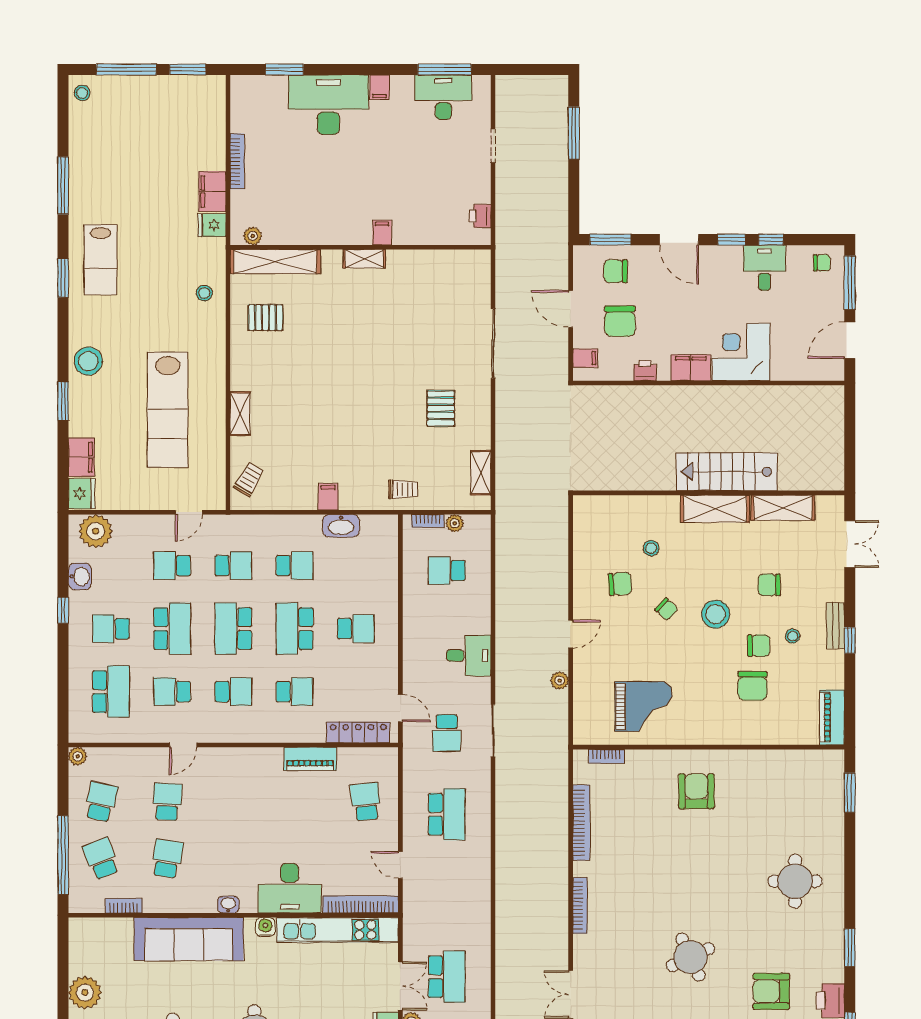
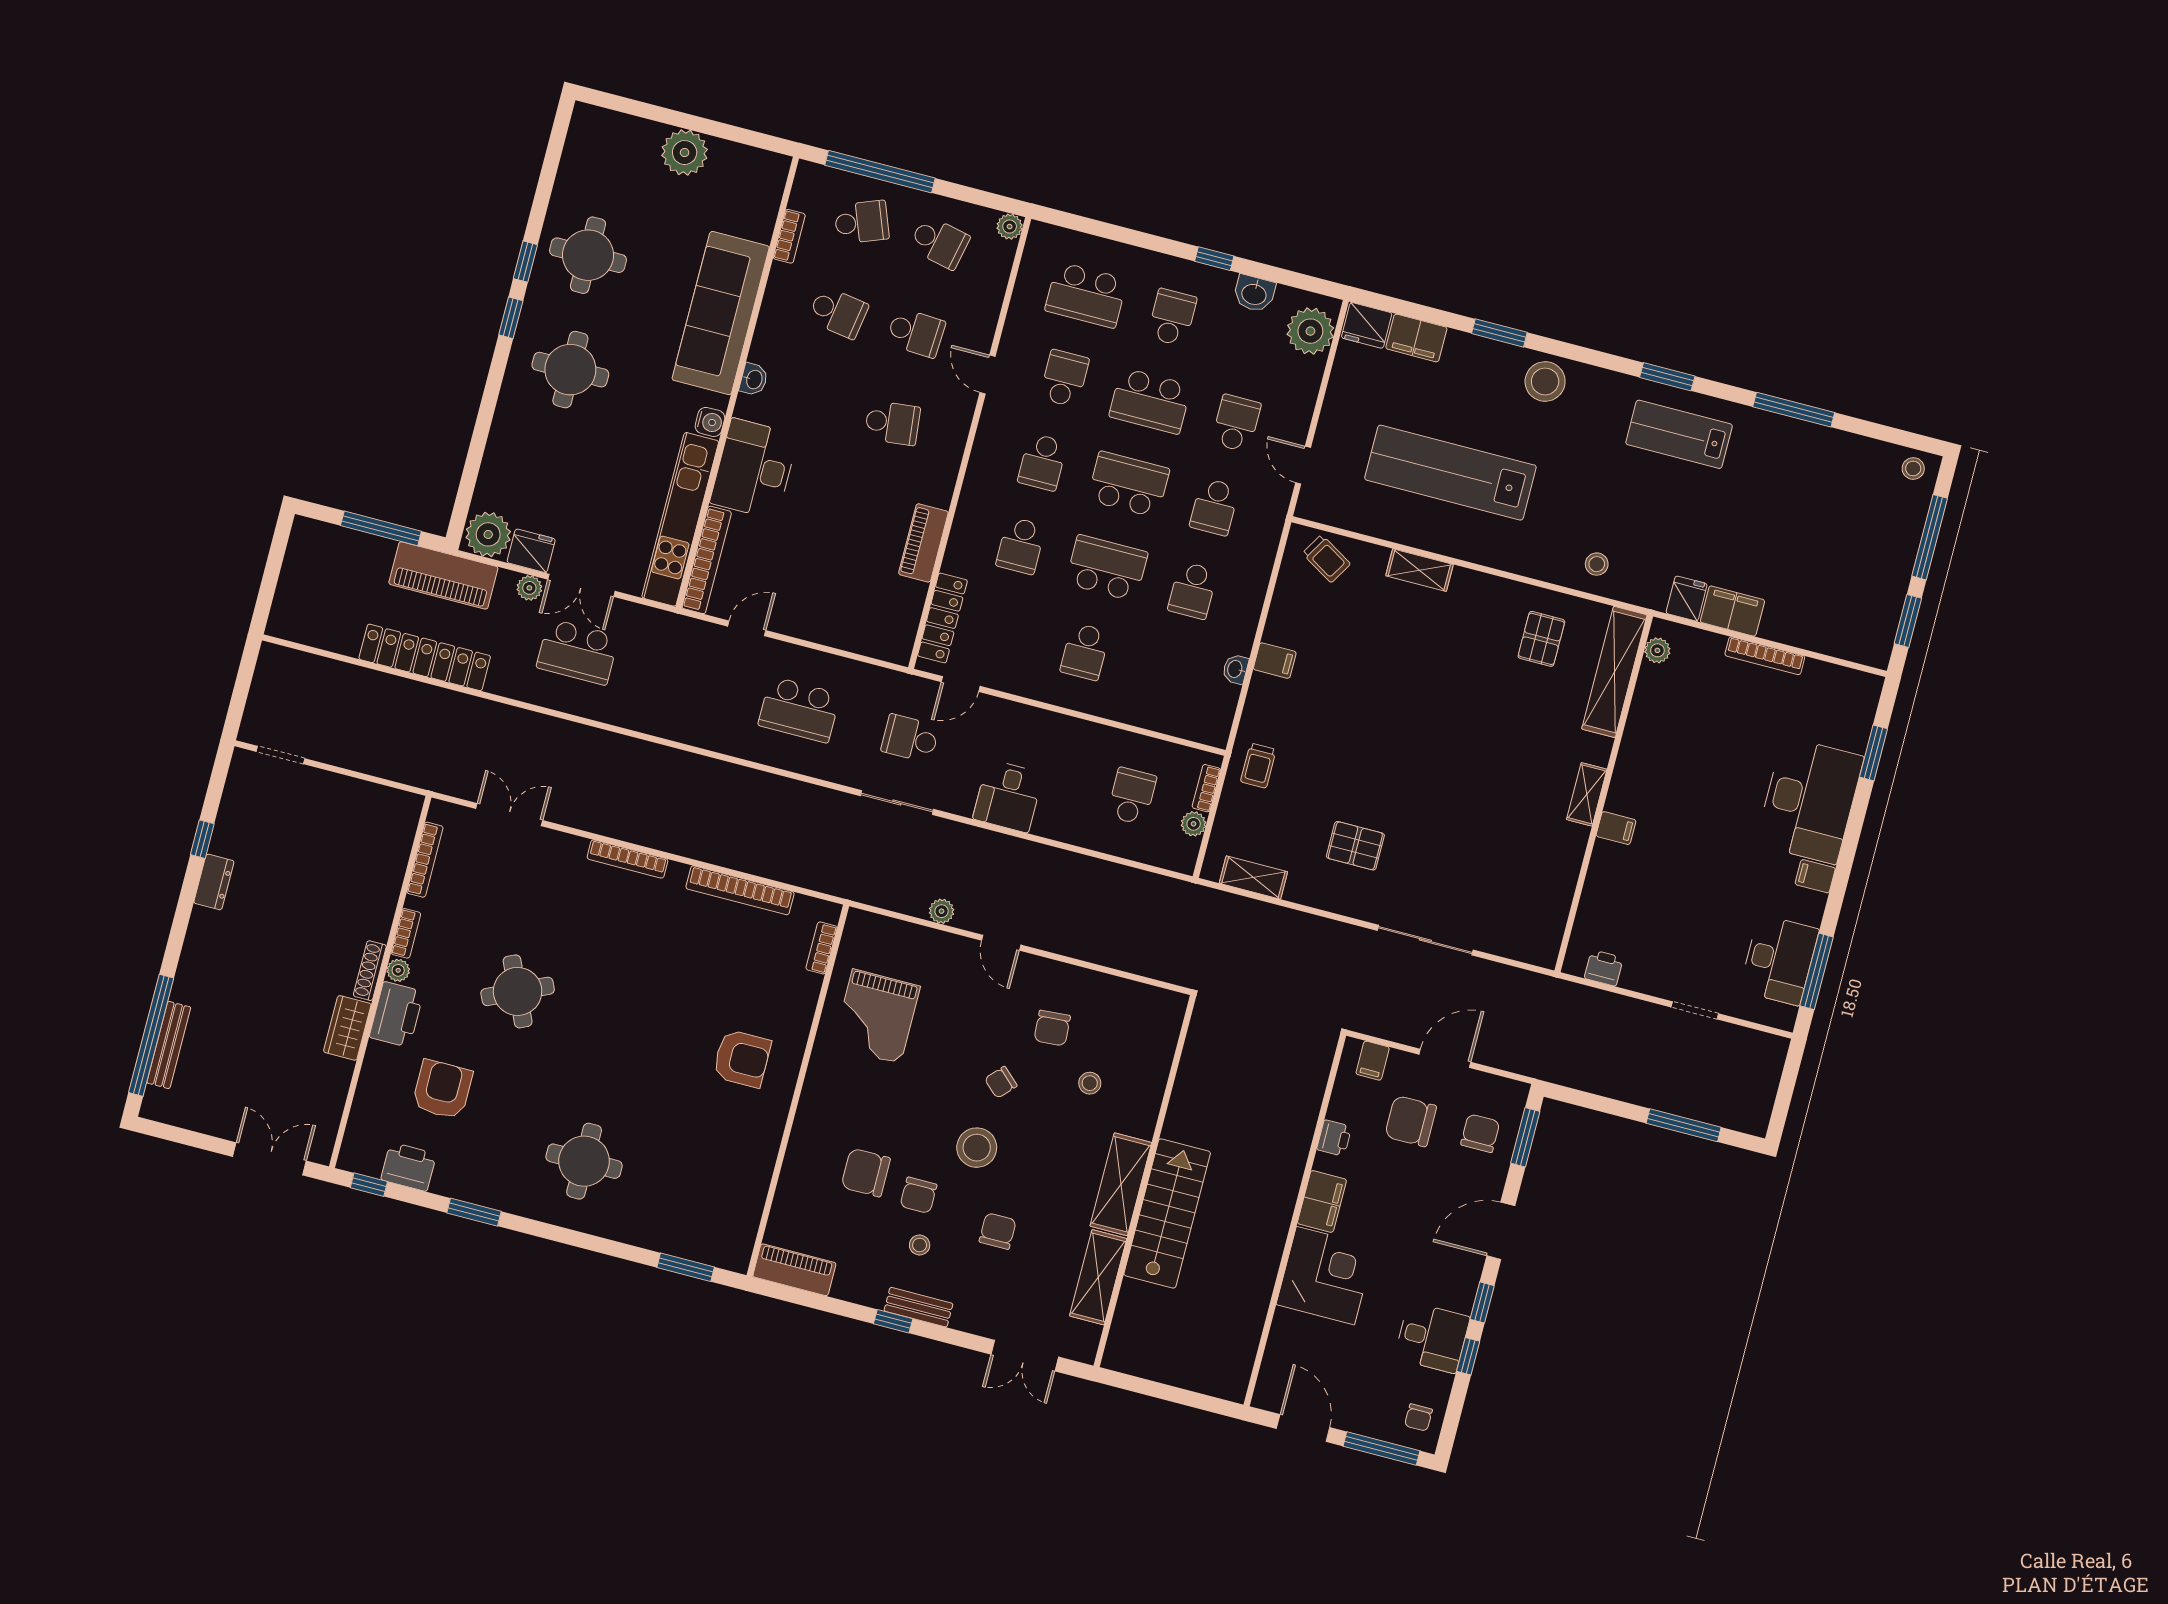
washbasin: (341, 526) -> (1235, 669), width x0.52, depth x0.69
school desk: (366, 802) -> (892, 423), moved

